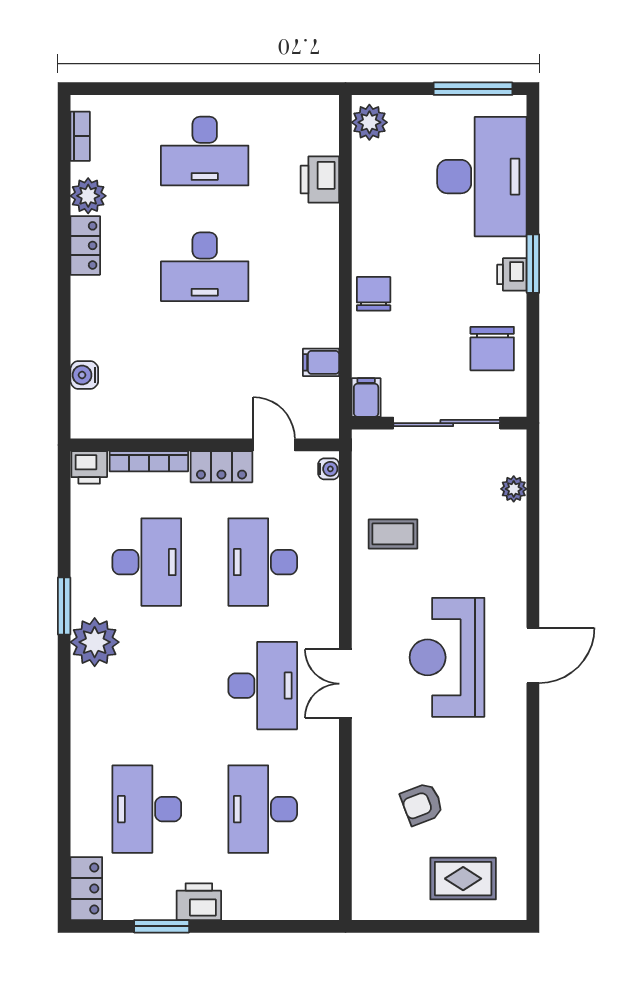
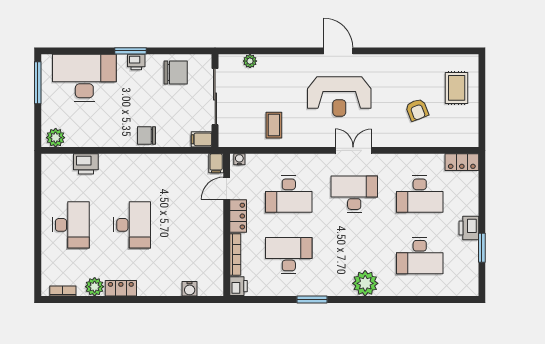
filing cabinet: (321, 362) -> (216, 163), moved
plant: (95, 642) -> (365, 283), moved
double door: (345, 684) -> (353, 150), swing flipped
locker: (86, 889) -> (462, 162), moved, turned 180

